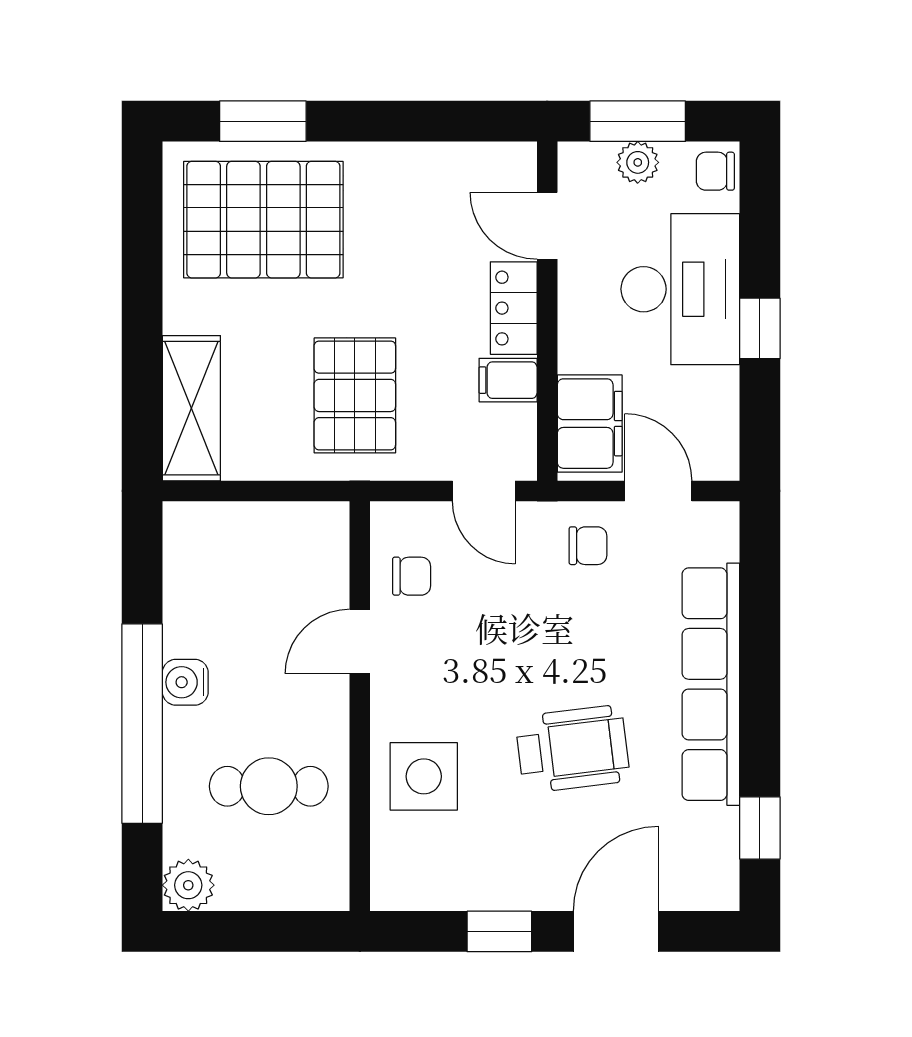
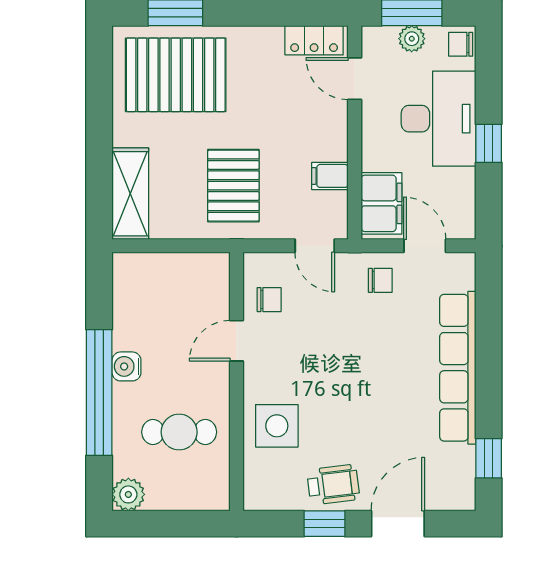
locker: (514, 308) -> (314, 40), moved, turned -90
wheelchair: (573, 749) -> (333, 485), moved, width x0.73, depth x0.73

